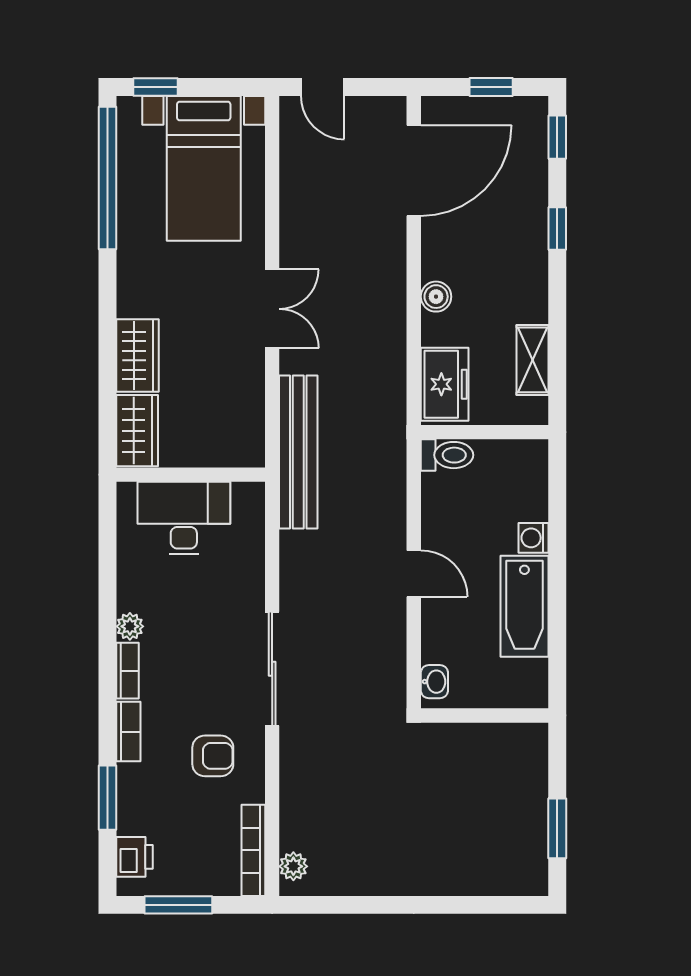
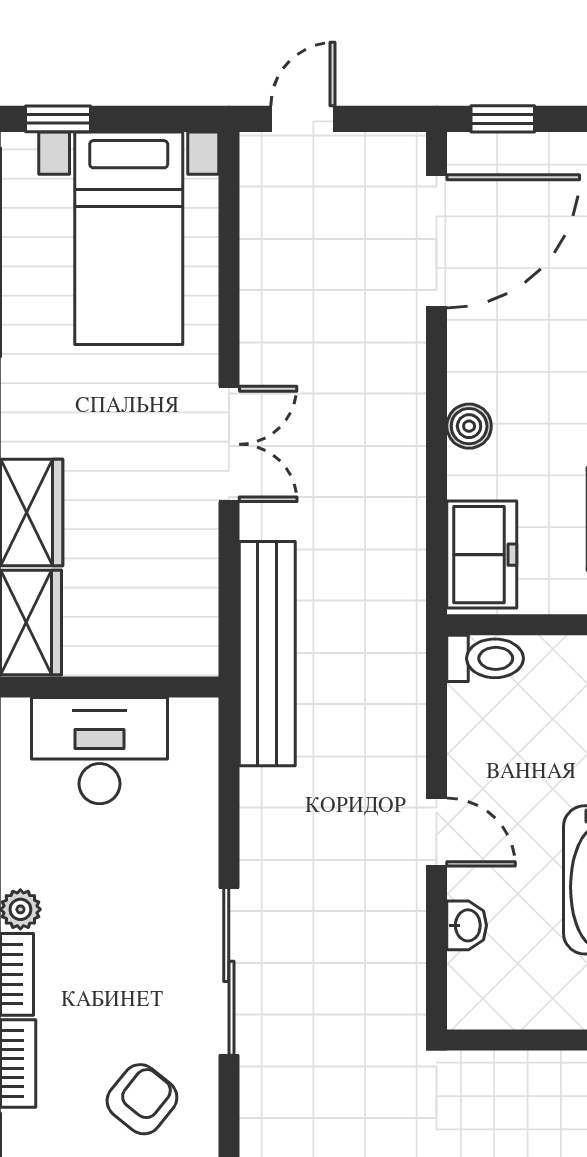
door: (323, 87) -> (303, 119), swing flipped
window: (491, 87) -> (503, 119), moved
washbasin: (434, 682) -> (467, 925), moved
armchair: (213, 756) -> (142, 1099), turned -51

